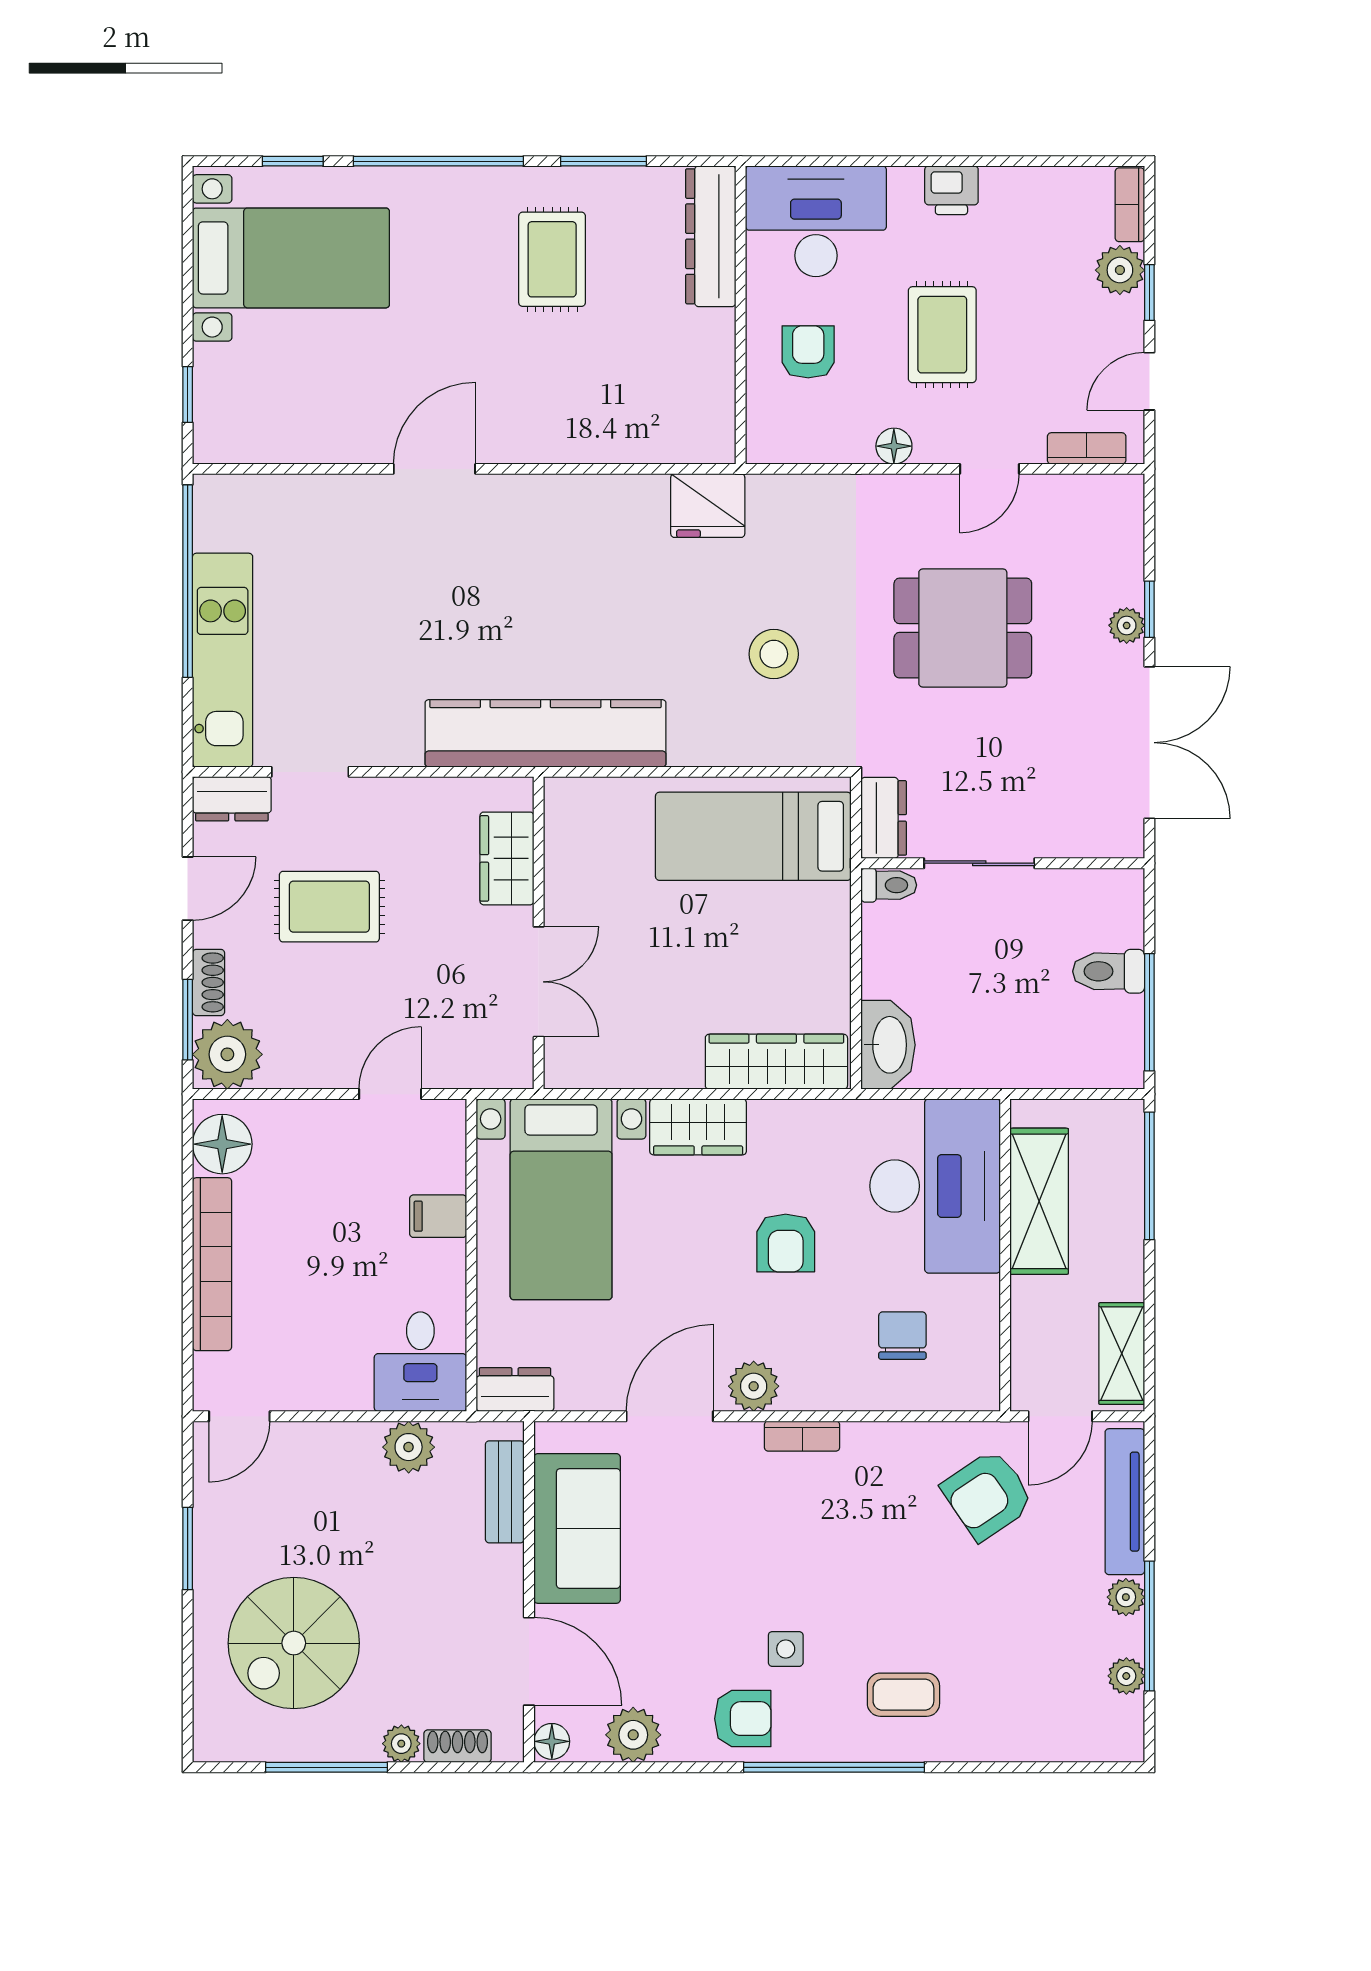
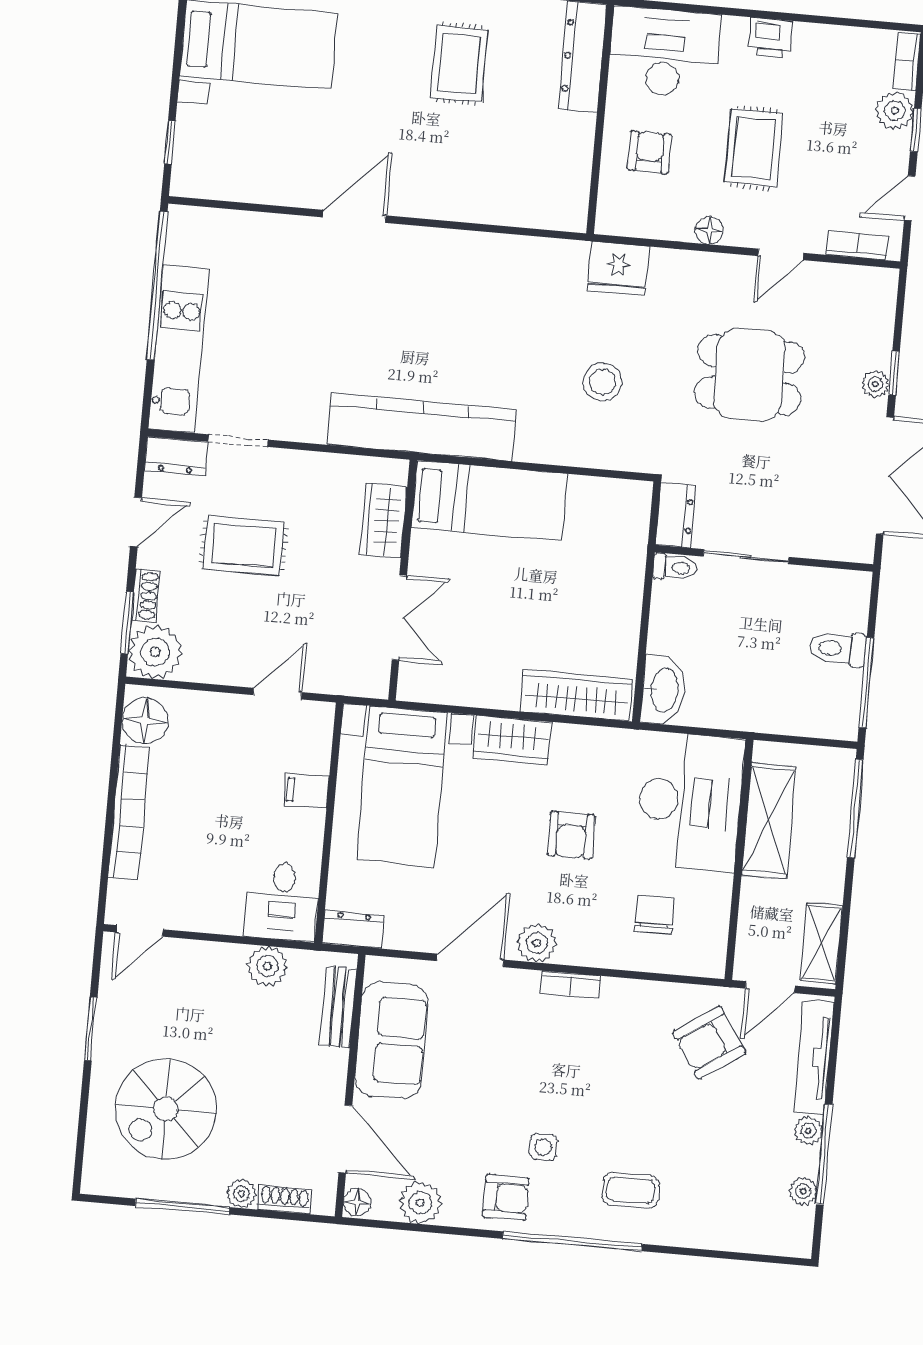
fridge: (708, 506) -> (618, 268), moved
bed: (753, 836) -> (489, 501), moved, turned 180

